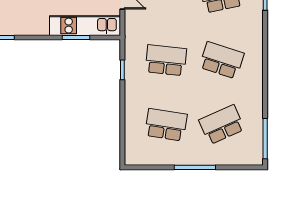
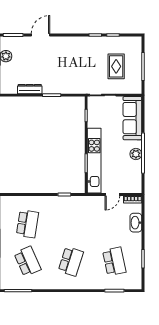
kitchen unit: (85, 26) -> (94, 161), width x1.36
school desk: (166, 60) -> (71, 224), removed

